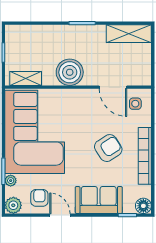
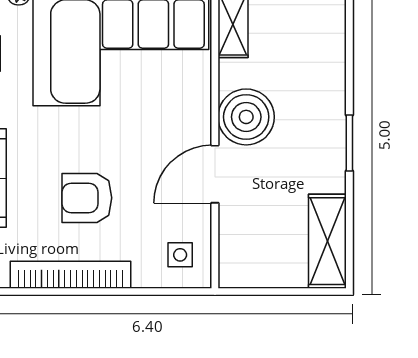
door: (113, 87) -> (215, 174), moved
armchair: (108, 148) -> (87, 198), turned 123

